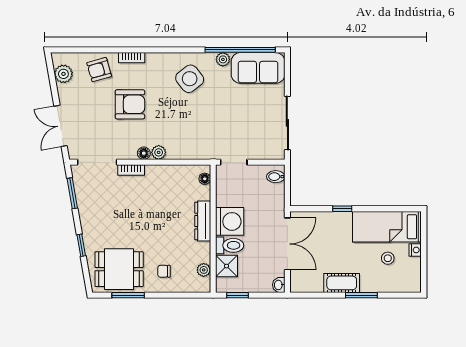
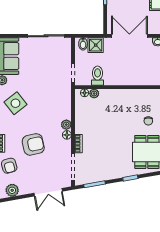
armchair: (130, 104) -> (33, 144), turned 78
dresser: (203, 221) -> (114, 94), removed
washing machine: (230, 221) -> (114, 76), removed
toilet: (230, 245) -> (98, 76), moved
shower: (227, 266) -> (96, 45), moved
plant: (204, 270) -> (94, 94), moved

